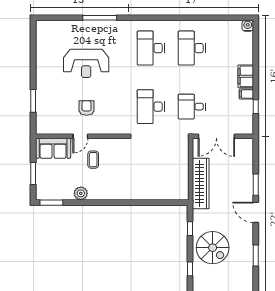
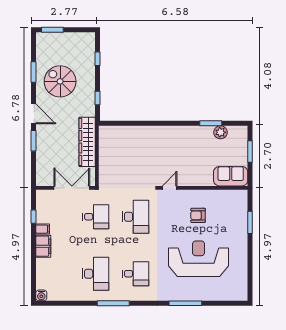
window: (174, 18) -> (113, 303), added
desk: (151, 48) -> (136, 274), width x0.73
reception desk: (86, 63) -> (199, 259), width x1.36, depth x1.30
armchair: (87, 108) -> (198, 215), turned 90
door: (80, 136) -> (170, 188), moved
coffee table: (93, 160) -> (192, 165), removed
plant: (81, 193) -> (221, 132), moved
window: (51, 203) -> (211, 123), moved
spiral stairs: (213, 248) -> (60, 81), moved

